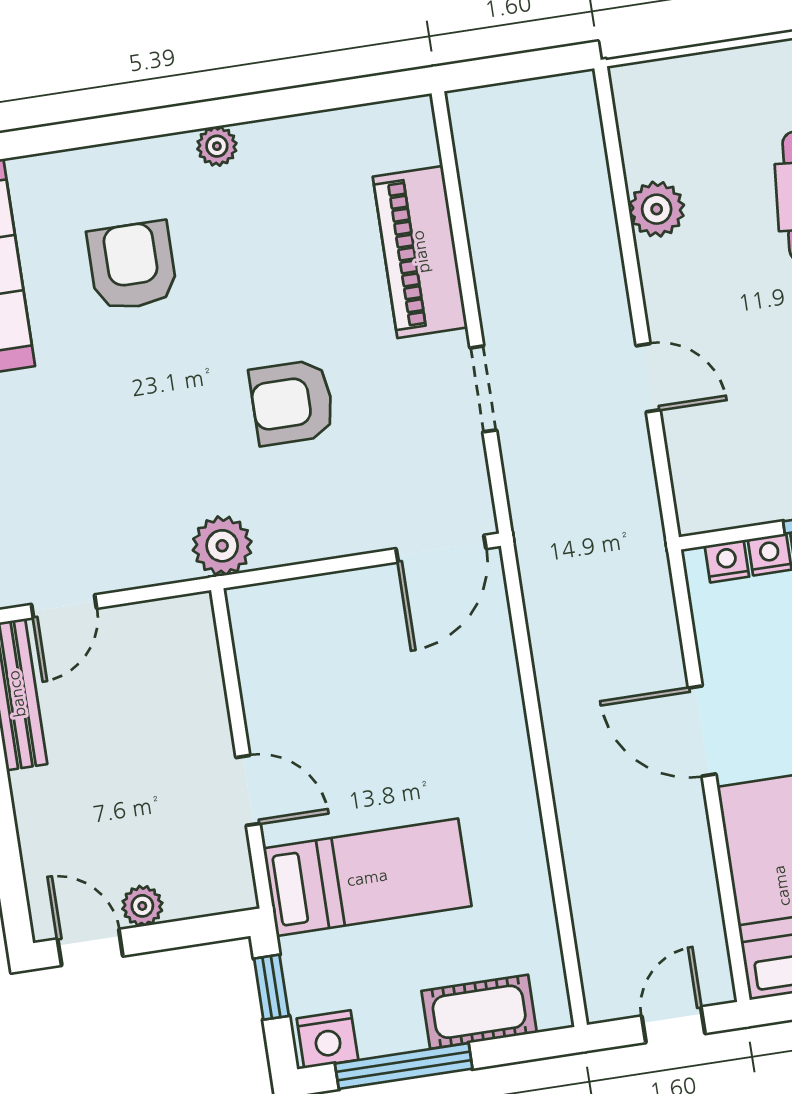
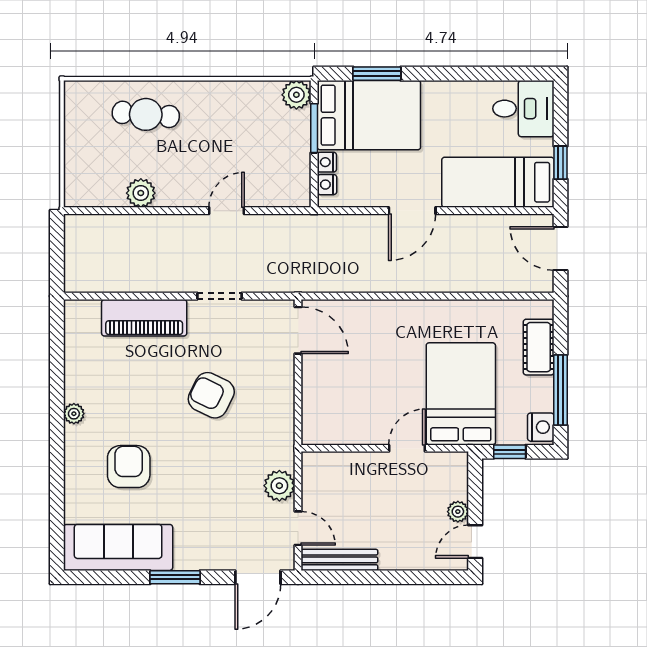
armchair: (132, 266) -> (129, 467), turned 90
armchair: (292, 402) -> (211, 395), turned 116
plant: (222, 546) -> (279, 486), moved
bed: (367, 877) -> (461, 394), width x1.50
door: (673, 1025) -> (561, 248), width x1.38

